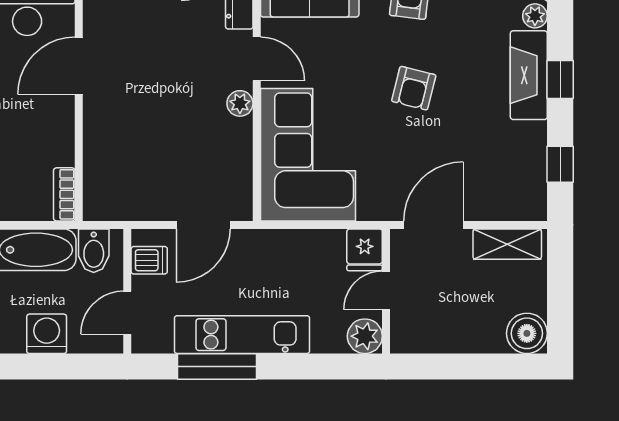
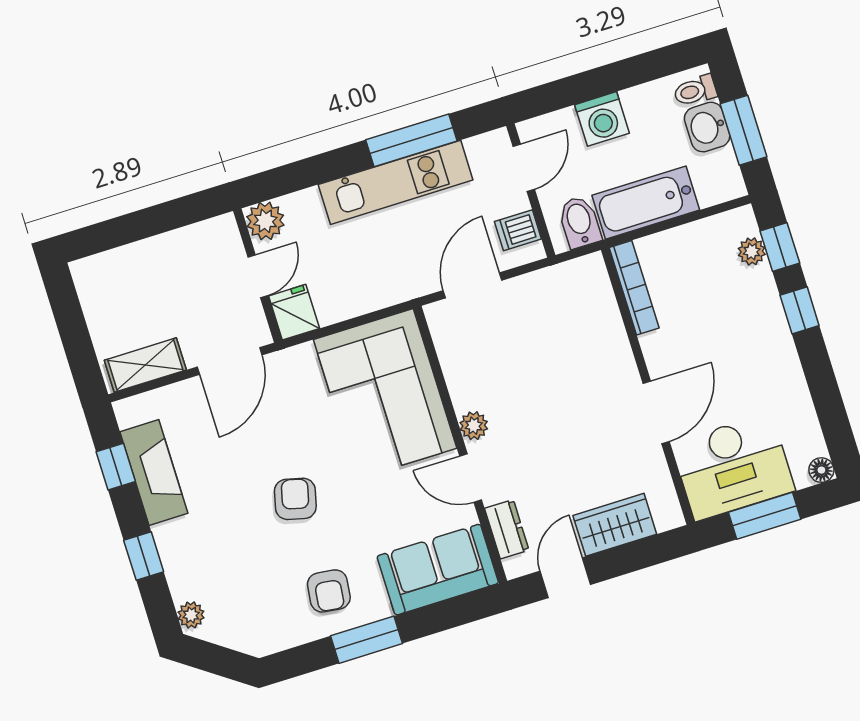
fireplace: (529, 75) -> (154, 472), moved
bookcase: (64, 194) -> (634, 288), width x1.56
boiler: (527, 333) -> (95, 277), removed

